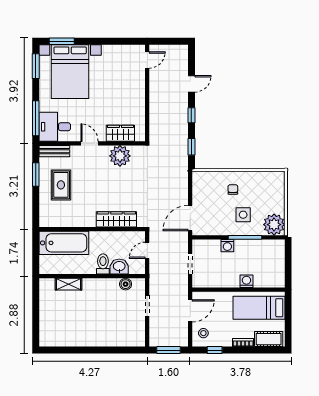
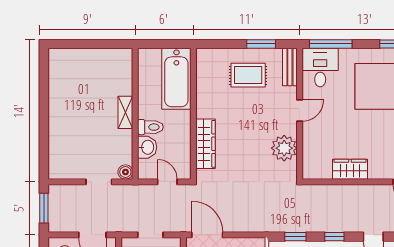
wardrobe: (120, 133) -> (350, 169), moved, turned -90
shelving: (68, 284) -> (125, 112), moved
boiler: (126, 284) -> (125, 172), moved

